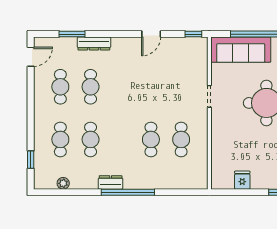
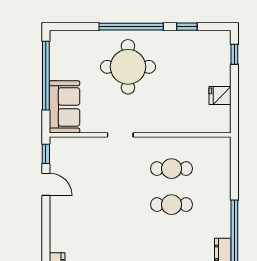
door: (151, 34) -> (46, 184), moved
sofa: (241, 50) -> (64, 107), width x0.73

